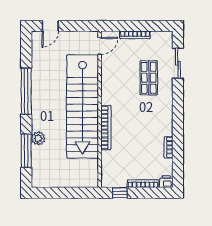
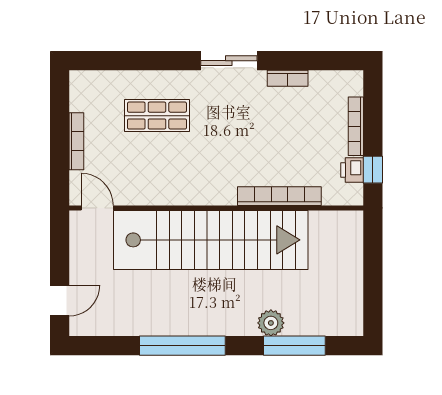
door: (50, 26) -> (60, 301), hinge flipped
sliding door: (178, 63) -> (229, 61), moved
bookcase: (106, 128) -> (279, 196), moved
printer: (166, 182) -> (352, 170), moved

